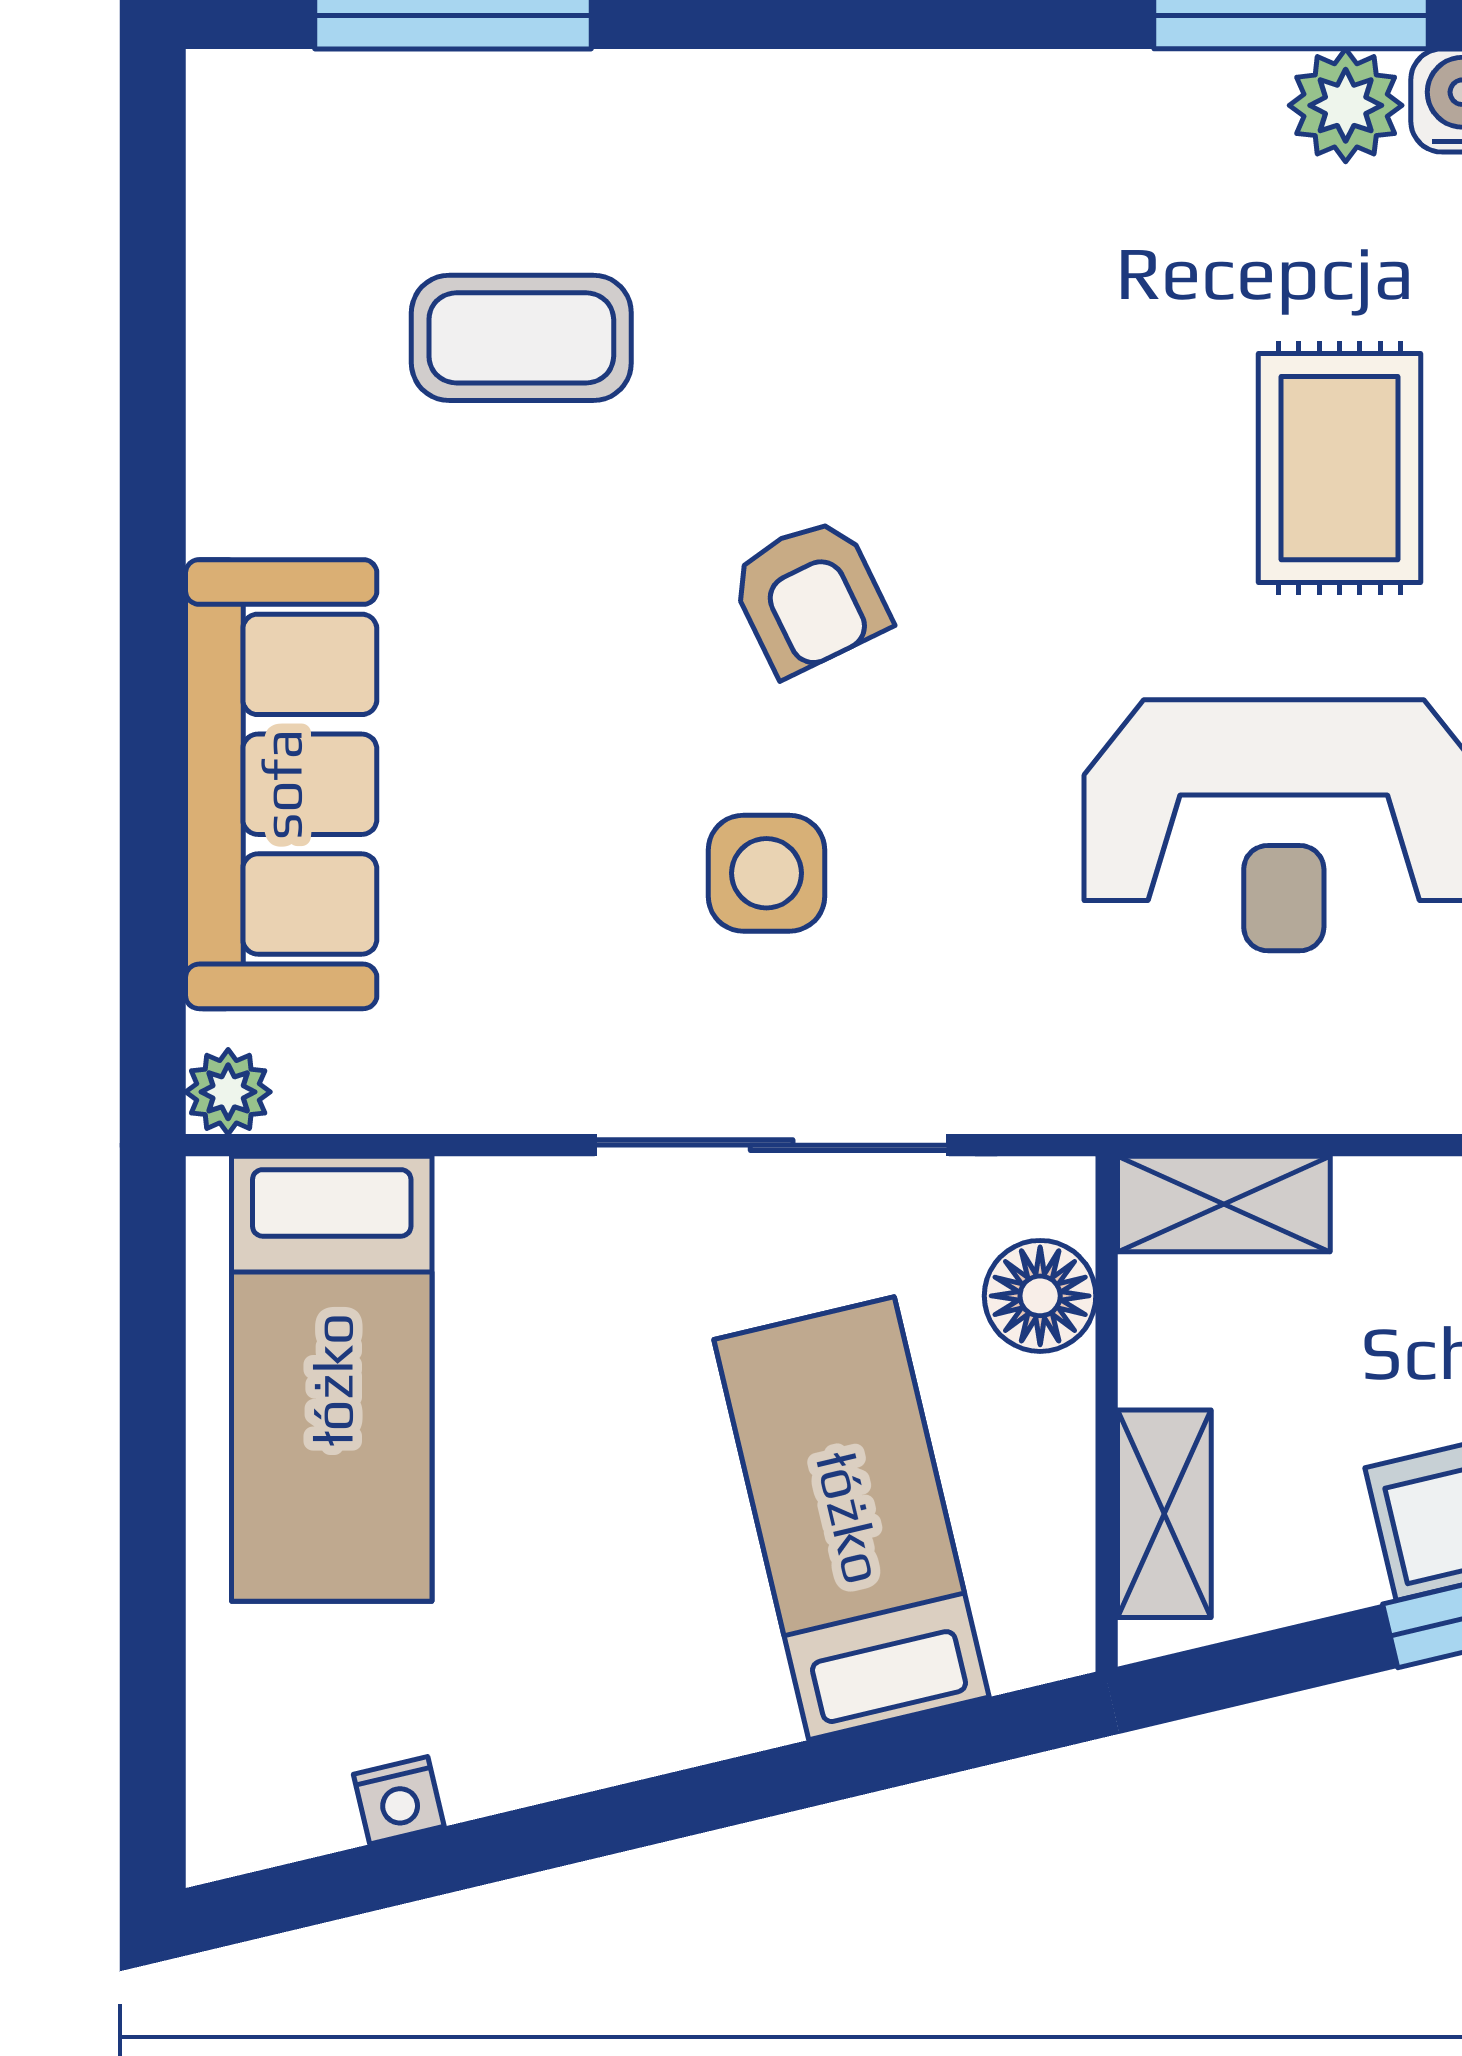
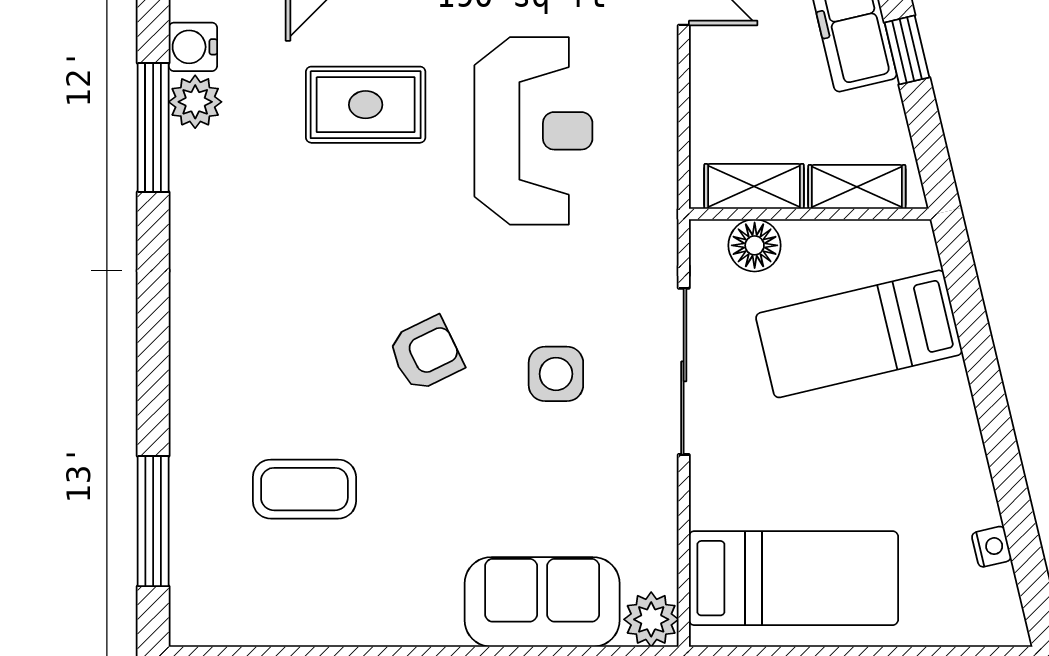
coffee table: (521, 338) -> (304, 489), turned 90
sofa: (281, 784) -> (542, 602), width x0.73
plant: (228, 1092) -> (651, 619), width x1.38, depth x1.38
shelving: (1224, 1204) -> (754, 186), moved, turned 90

